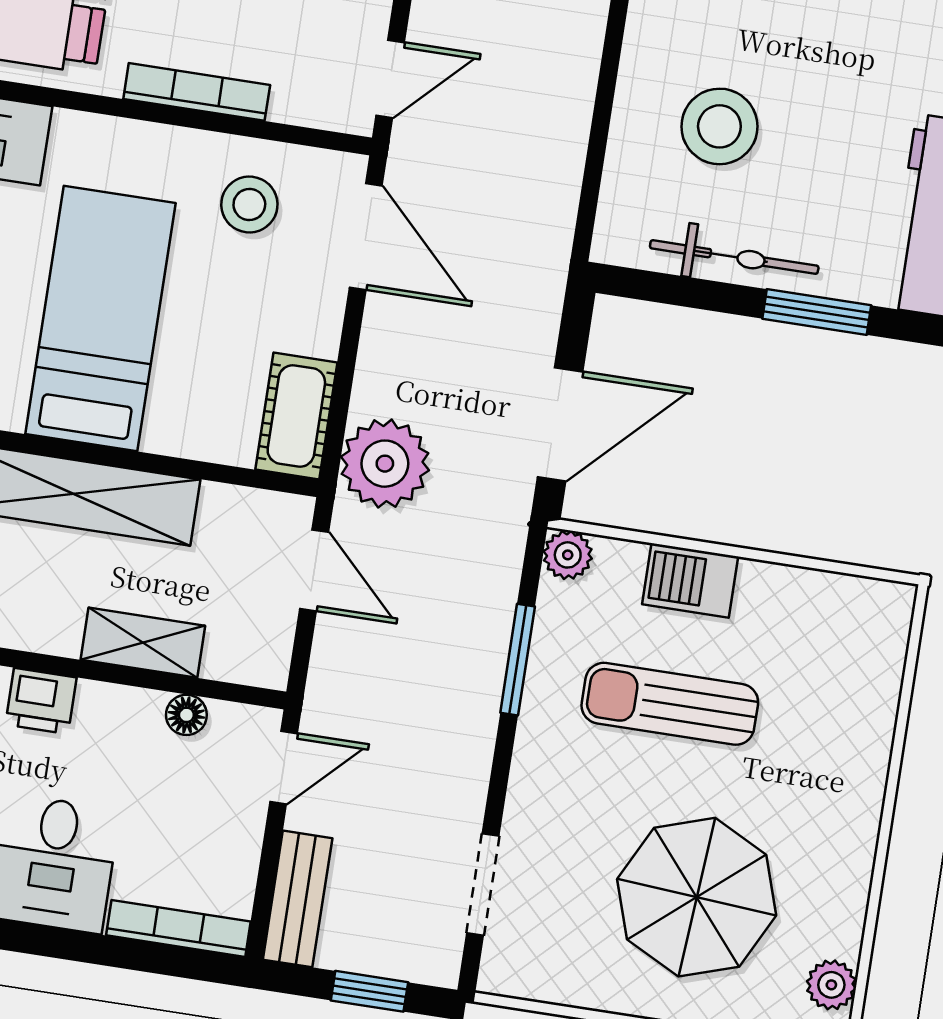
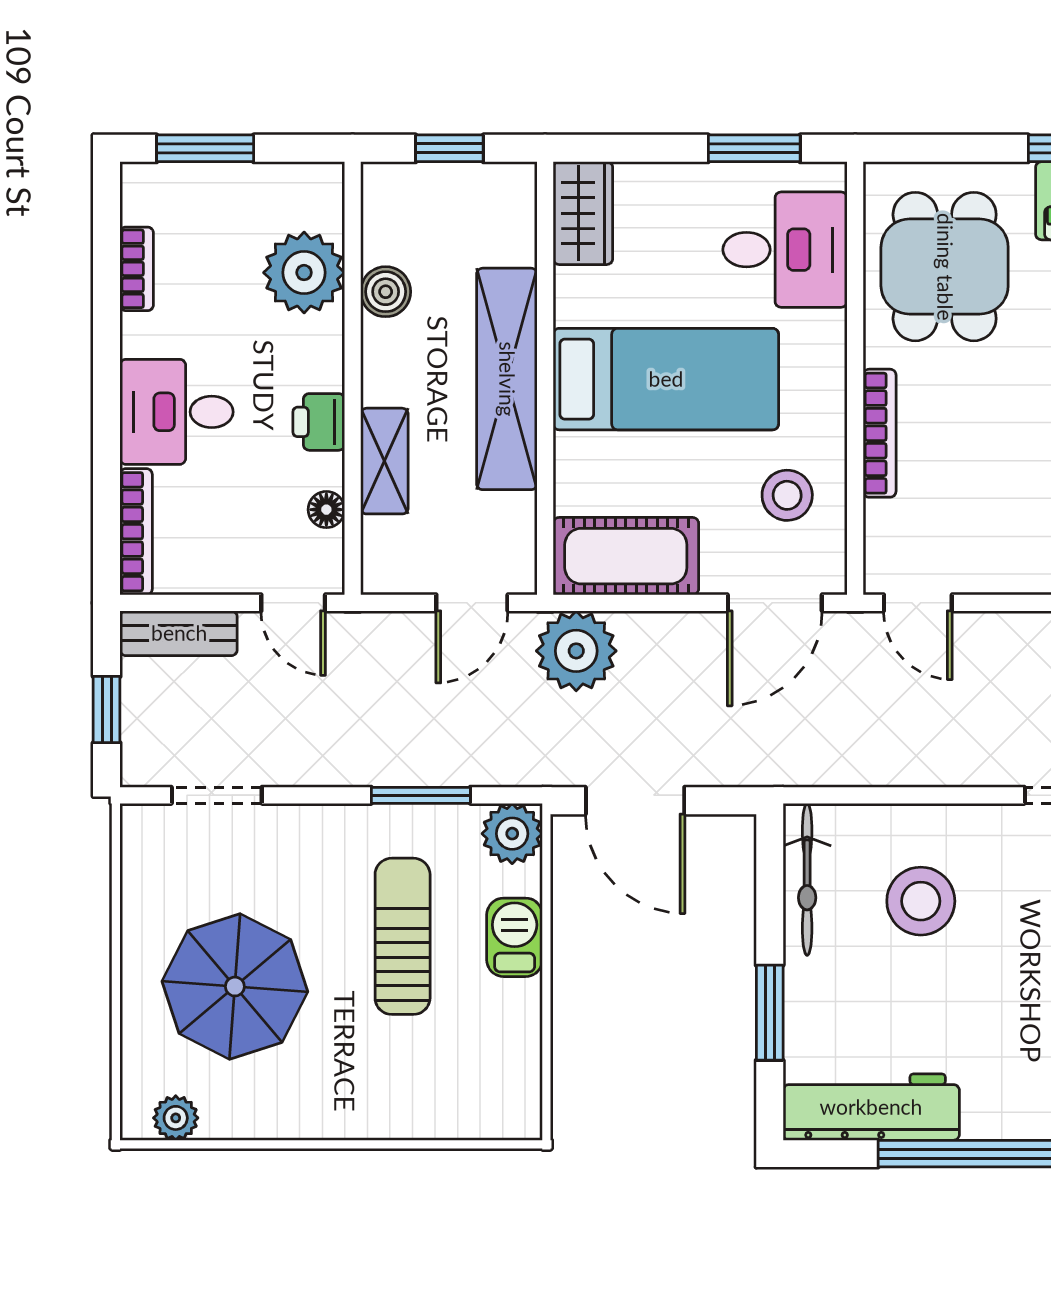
bicycle: (734, 257) -> (807, 879), moved
cot: (296, 416) -> (626, 556), width x1.37, depth x1.34
plant: (568, 555) -> (512, 834), width x1.38, depth x1.38
printer: (41, 701) -> (319, 422), moved

